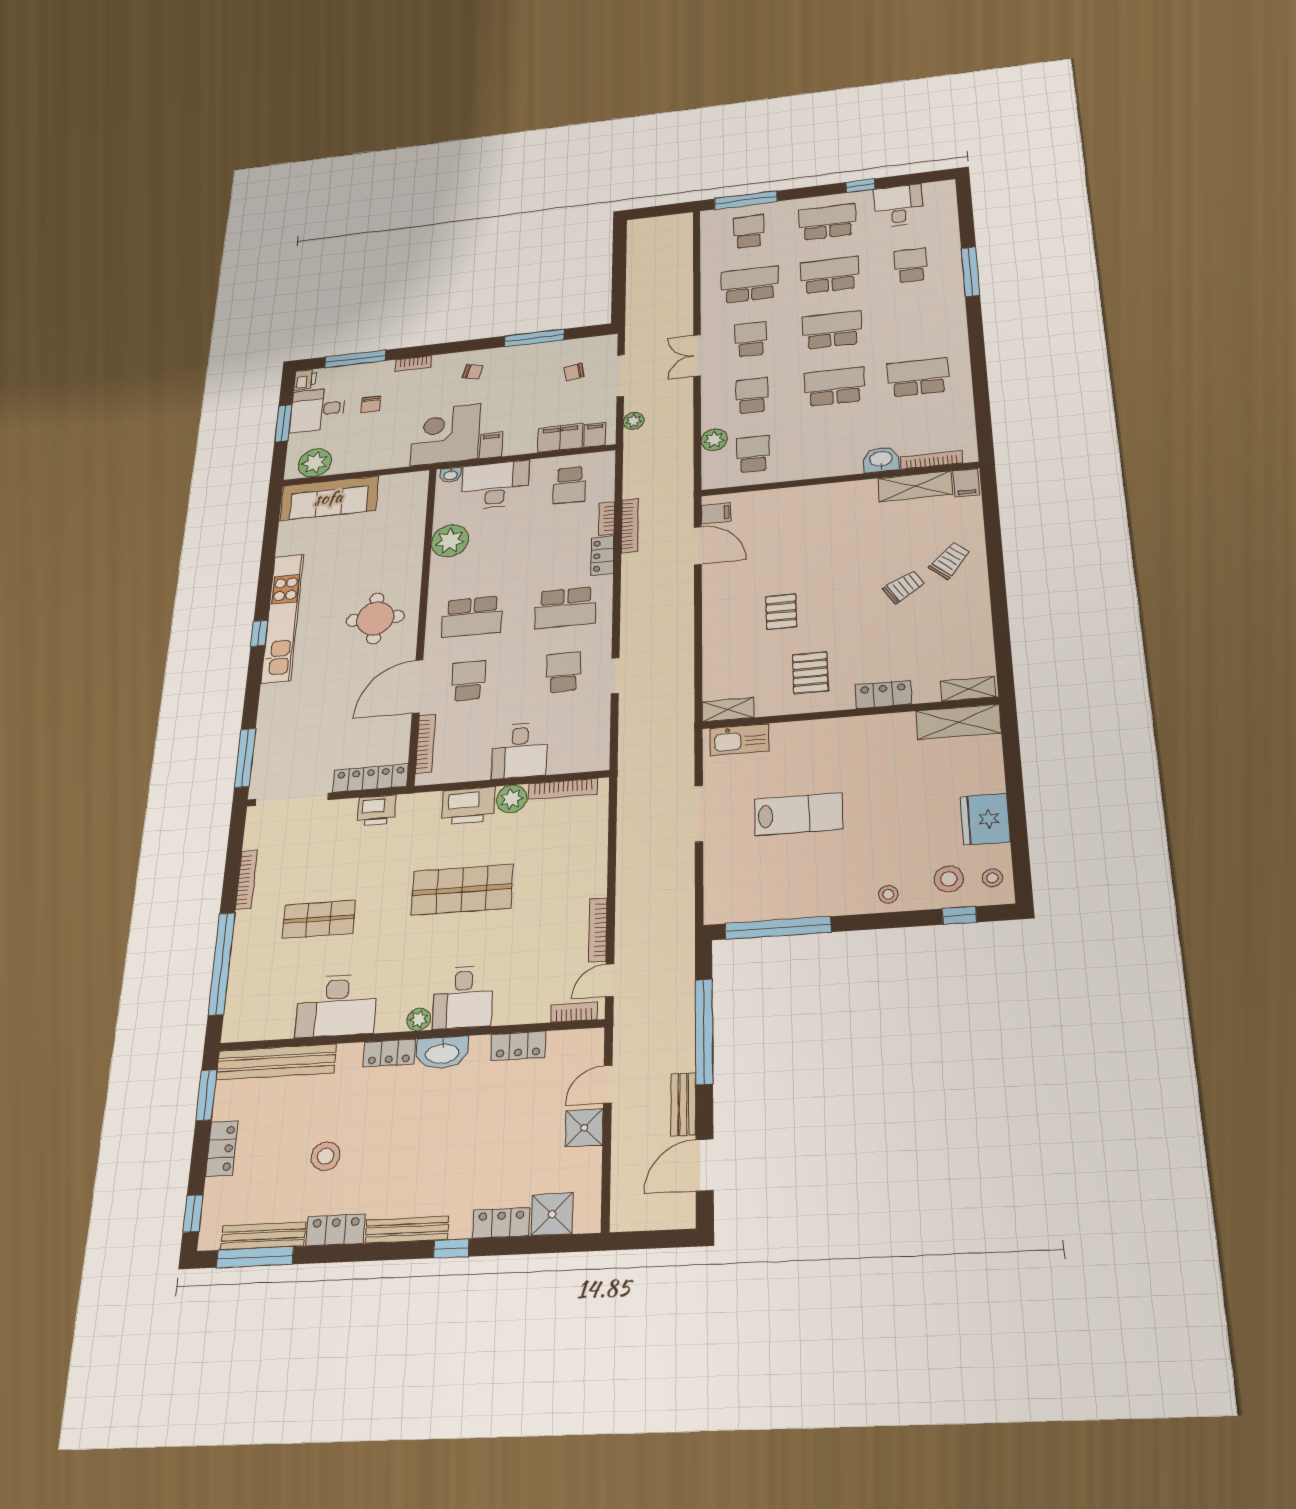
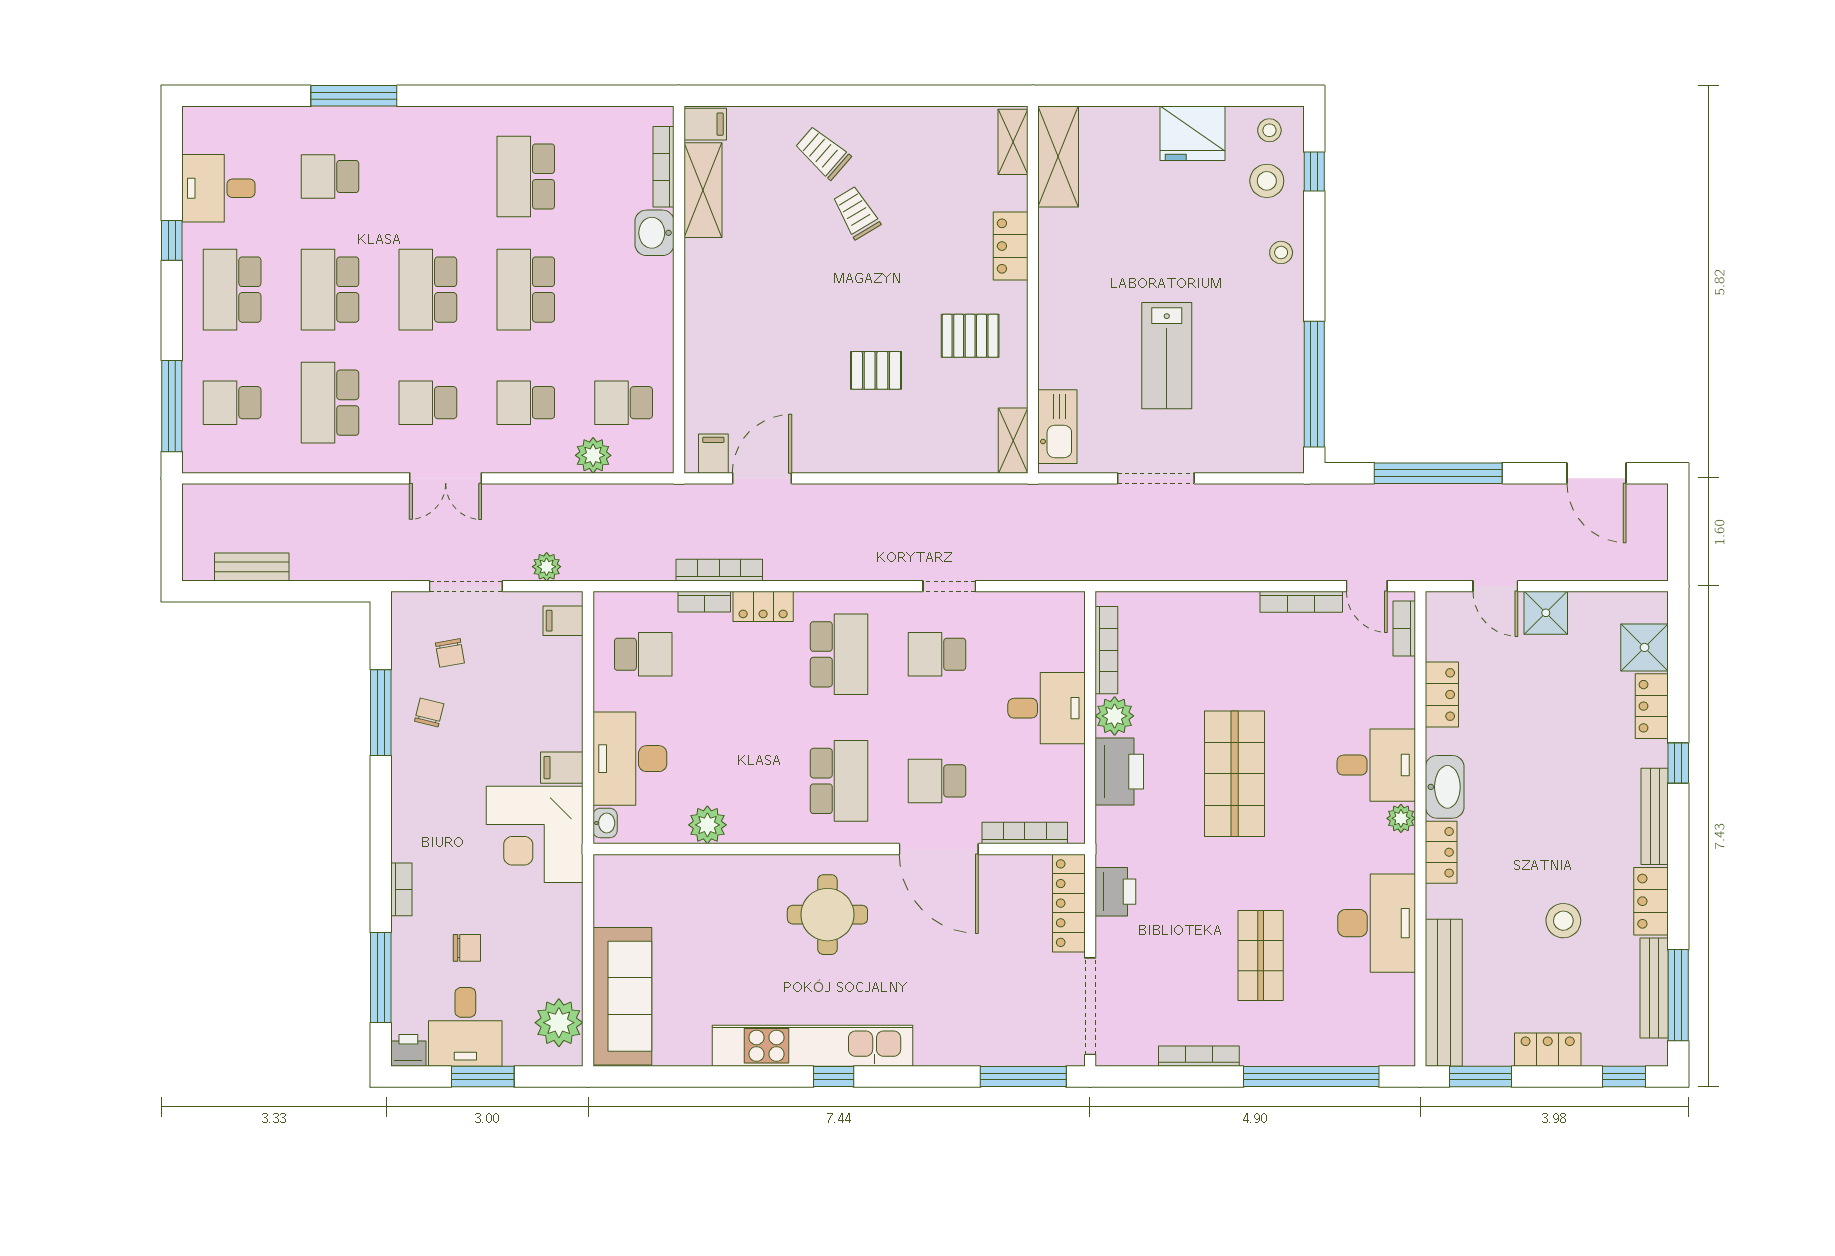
chair: (473, 372) -> (429, 712), moved
filing cabinet: (560, 438) -> (562, 670), removed
plant: (450, 541) -> (707, 825), width x0.73, depth x0.73
lab bench: (799, 814) -> (1167, 356), turned 180
bench: (683, 1104) -> (252, 567), moved

